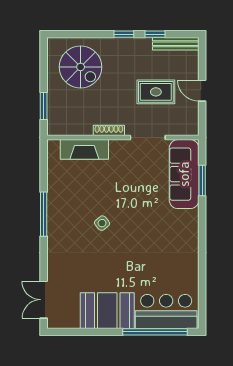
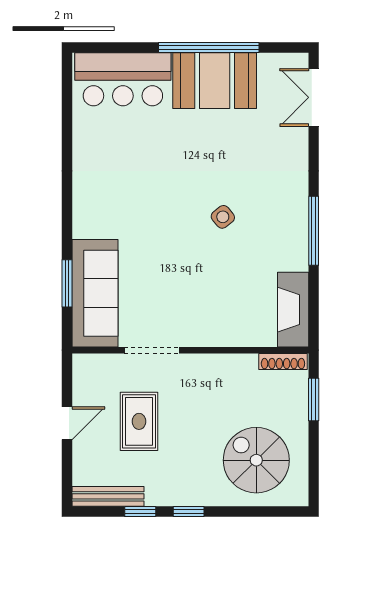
door: (202, 91) -> (67, 423), hinge flipped
rug: (156, 92) -> (139, 421), turned 90
shoe rack: (109, 130) -> (283, 361), moved
fireplace: (84, 149) -> (293, 310), moved, turned -90
double door: (44, 300) -> (314, 97), swing flipped
window: (155, 332) -> (209, 47), moved

